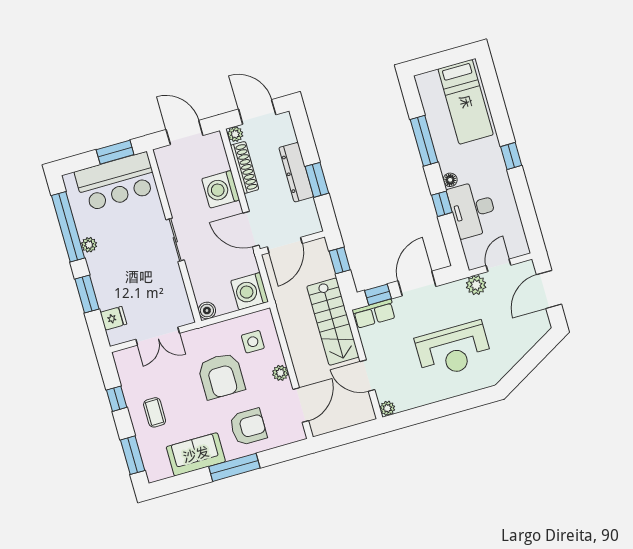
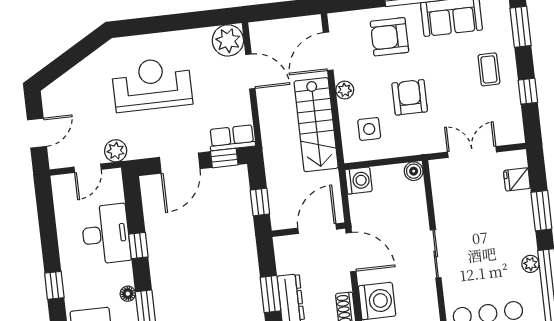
floor lamp: (450, 180) -> (128, 294), moved
door: (549, 289) -> (37, 133), width x0.73
washing machine: (250, 291) -> (359, 181), width x0.73, depth x0.73
stairs: (333, 322) -> (316, 125), moved, turned 180
armchair: (221, 376) -> (410, 97), width x0.73, depth x0.73
plant: (387, 408) -> (228, 40), width x1.87, depth x1.87

